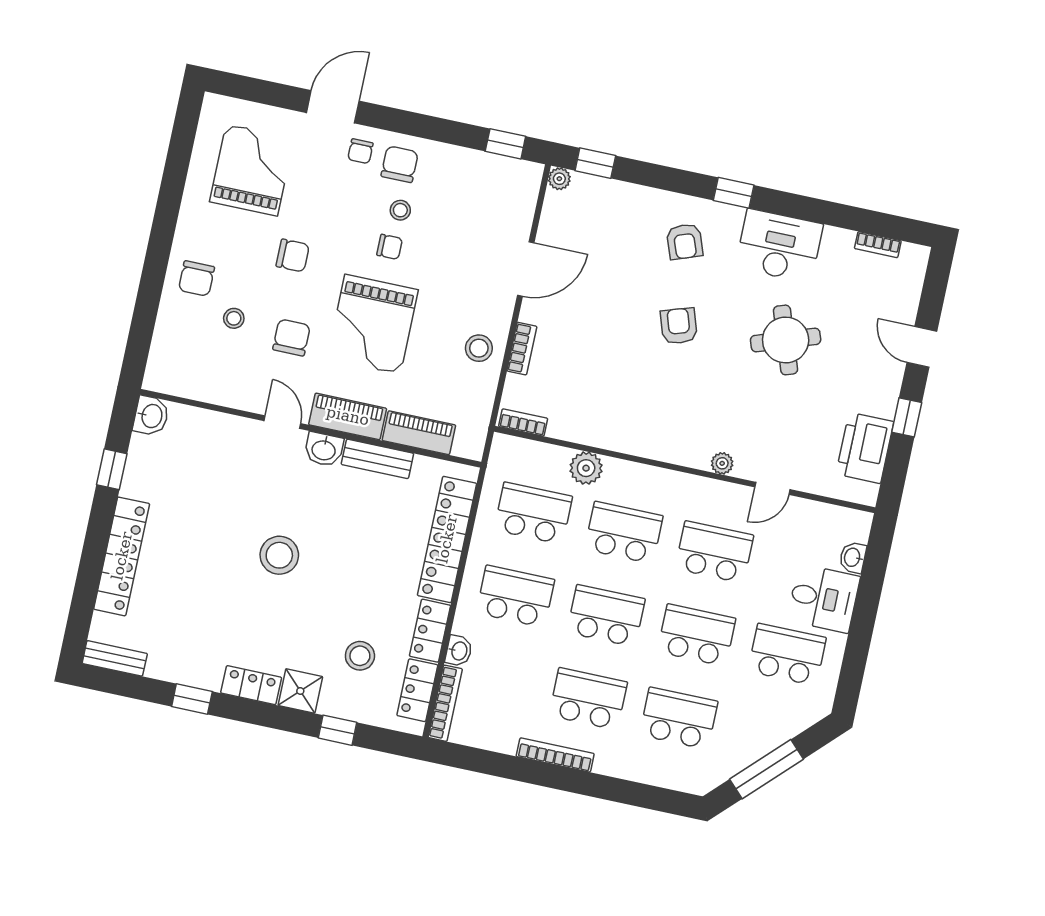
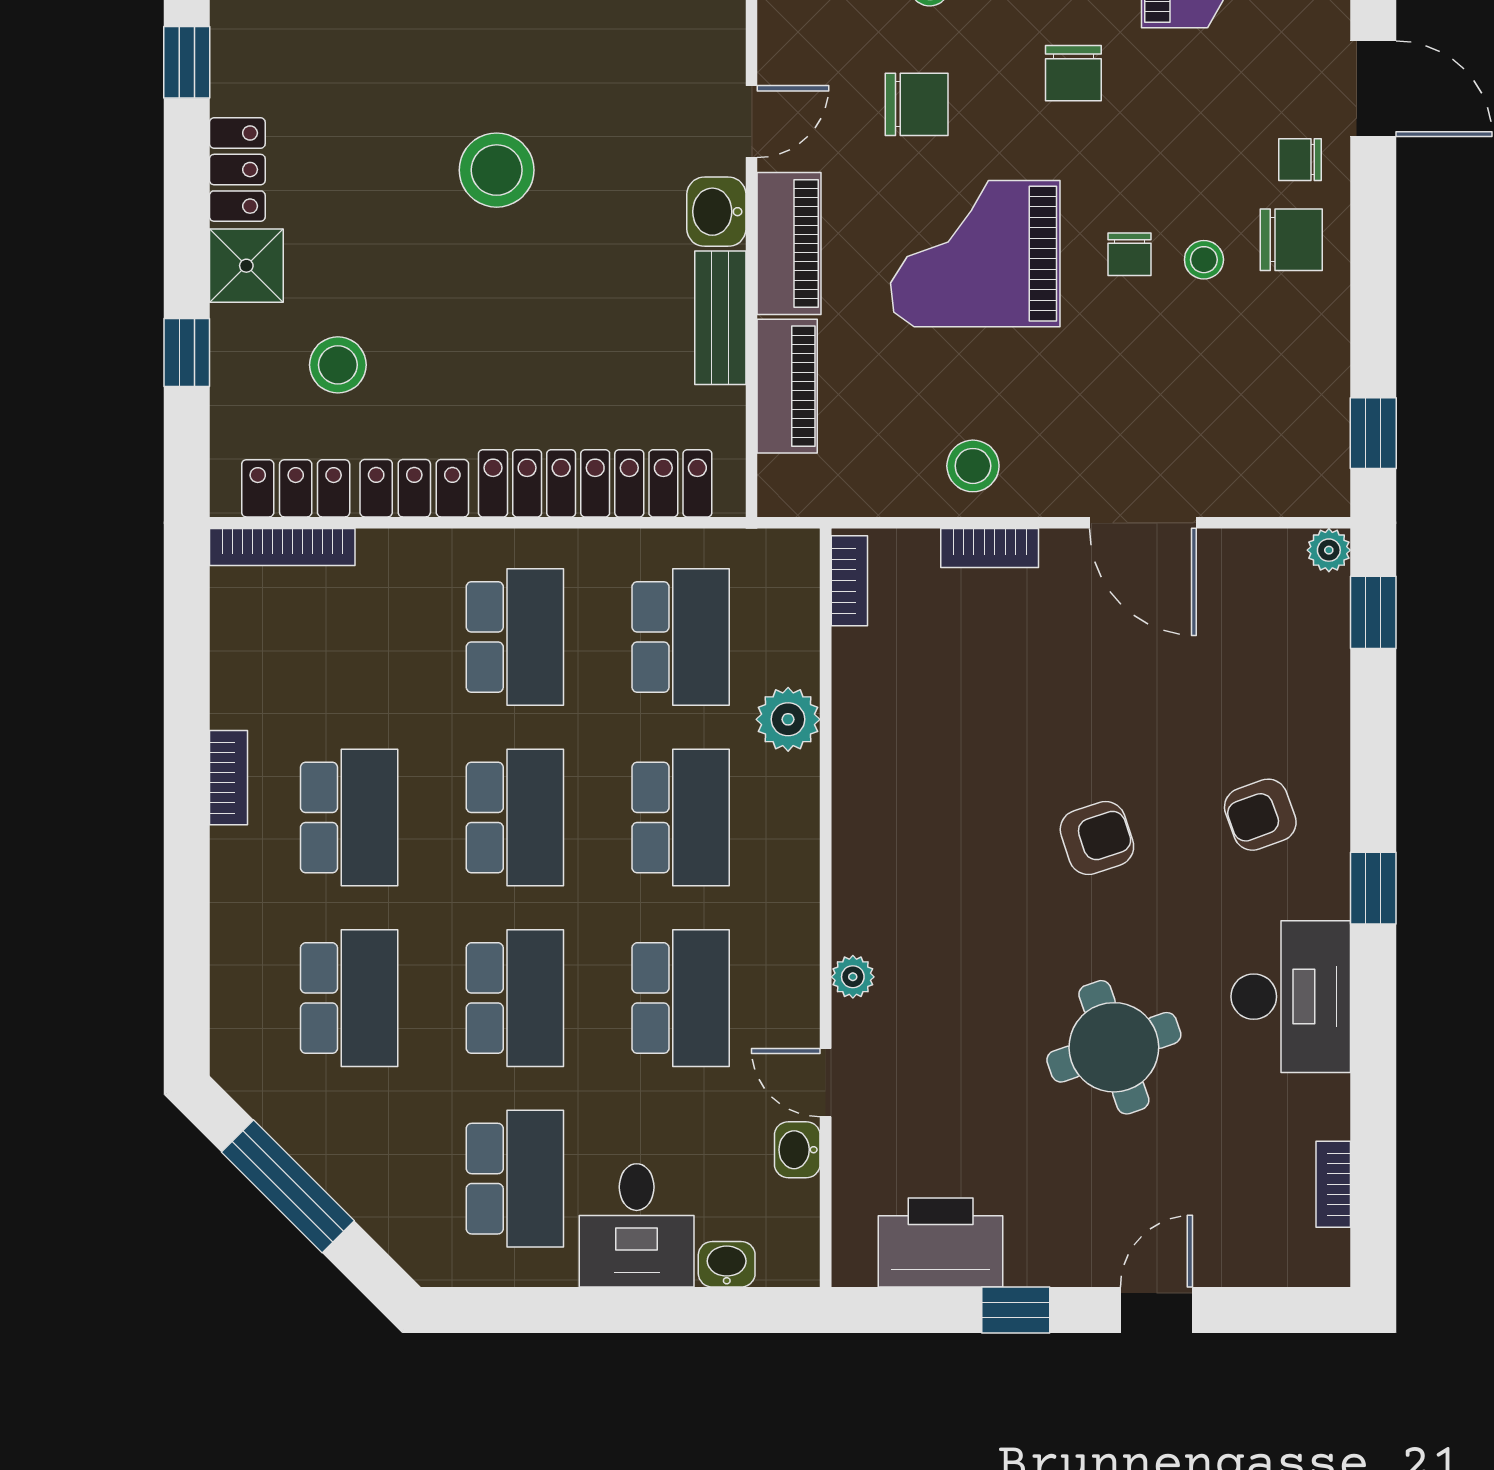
washbasin: (459, 651) -> (797, 1150), moved, turned 90
bookcase: (555, 755) -> (229, 778), width x0.64

